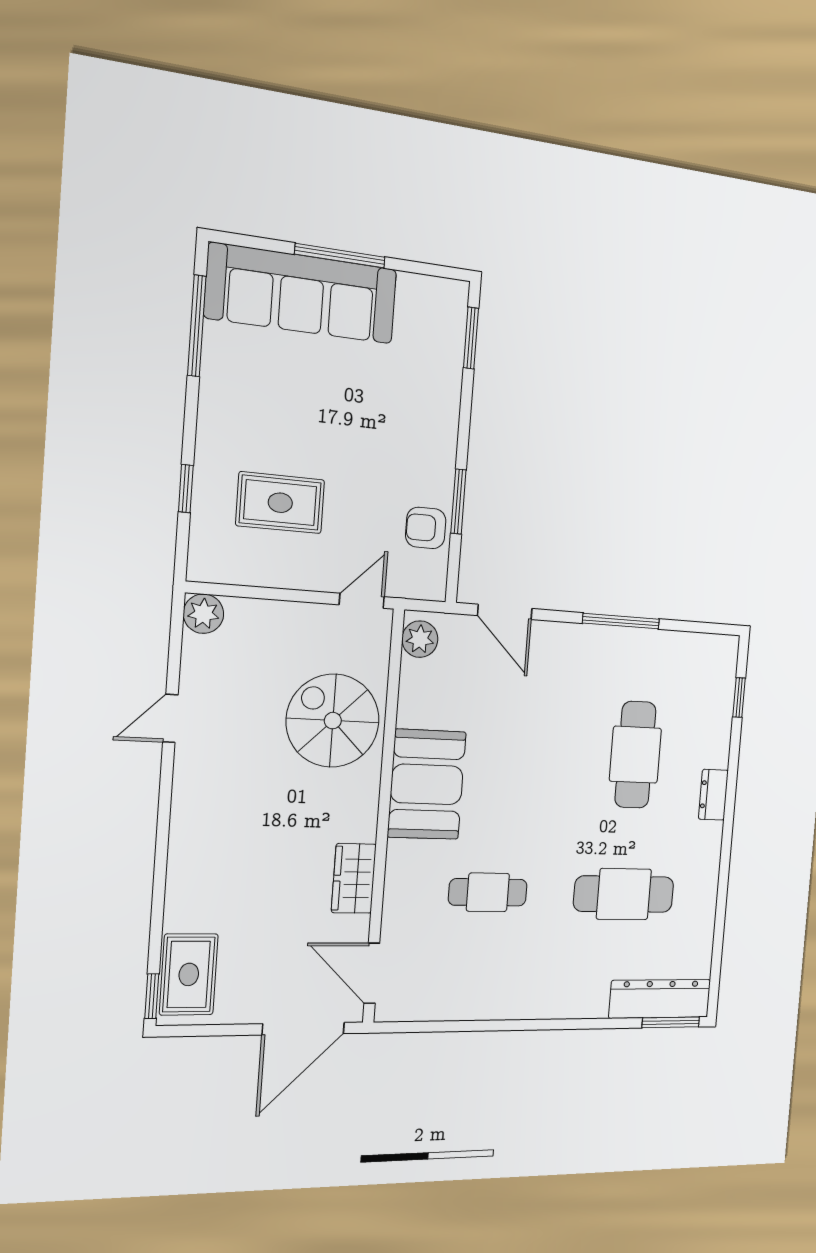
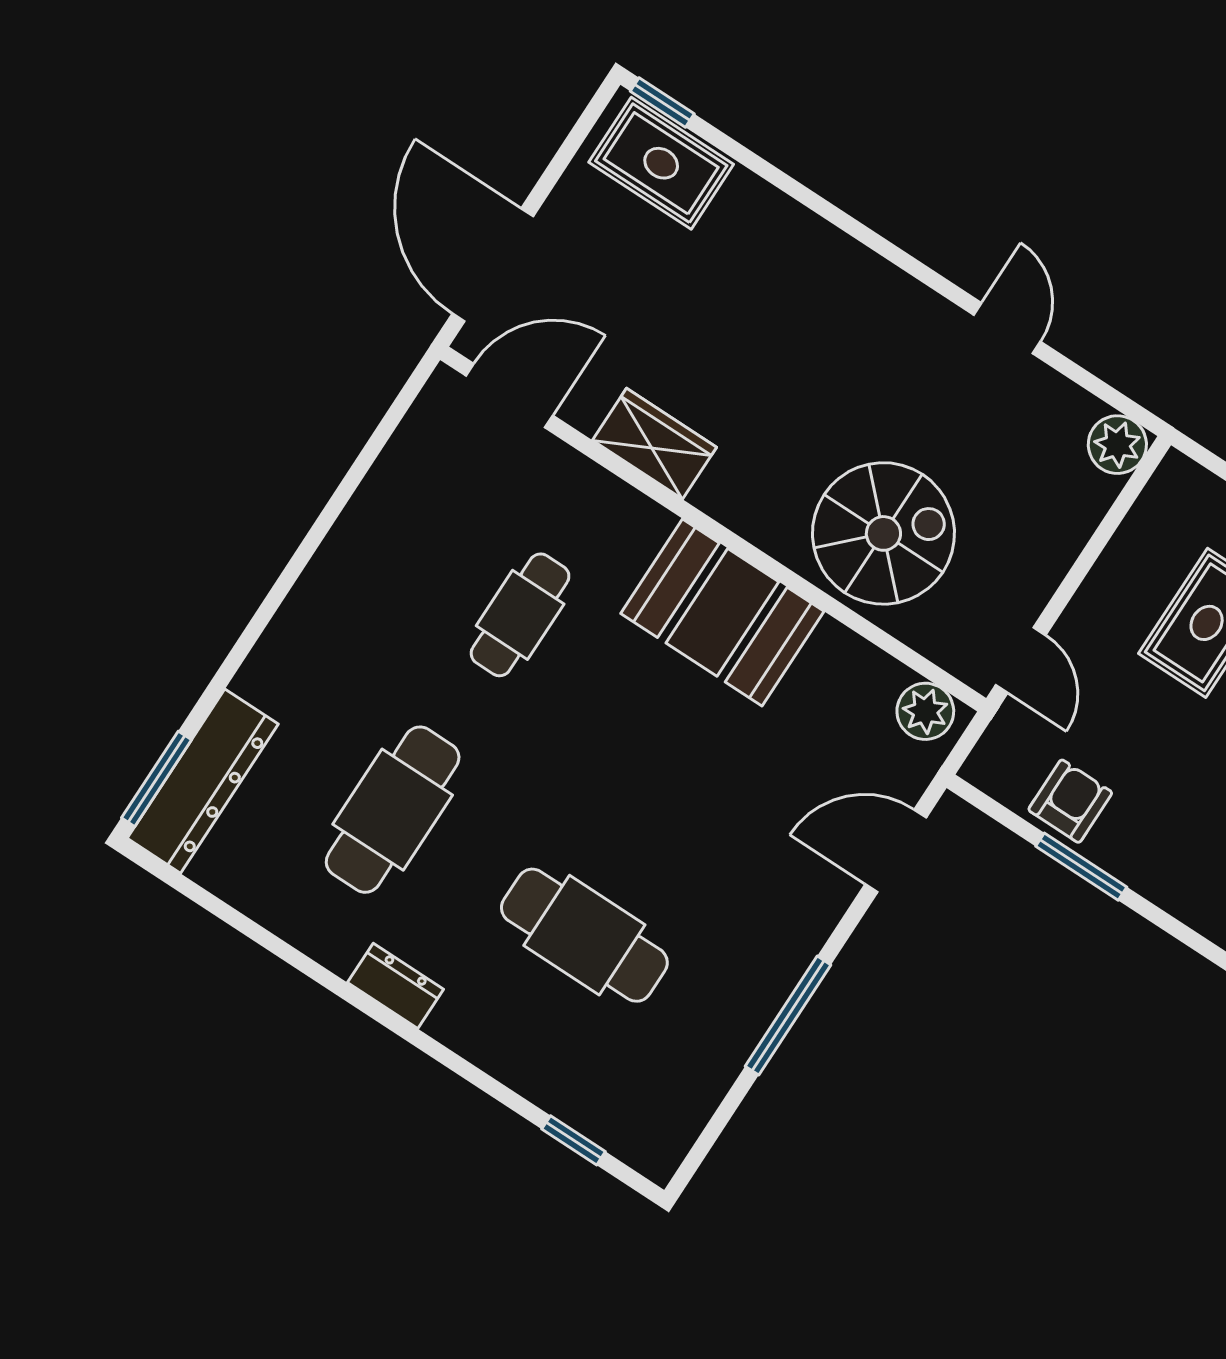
dresser: (713, 795) -> (396, 986), moved

